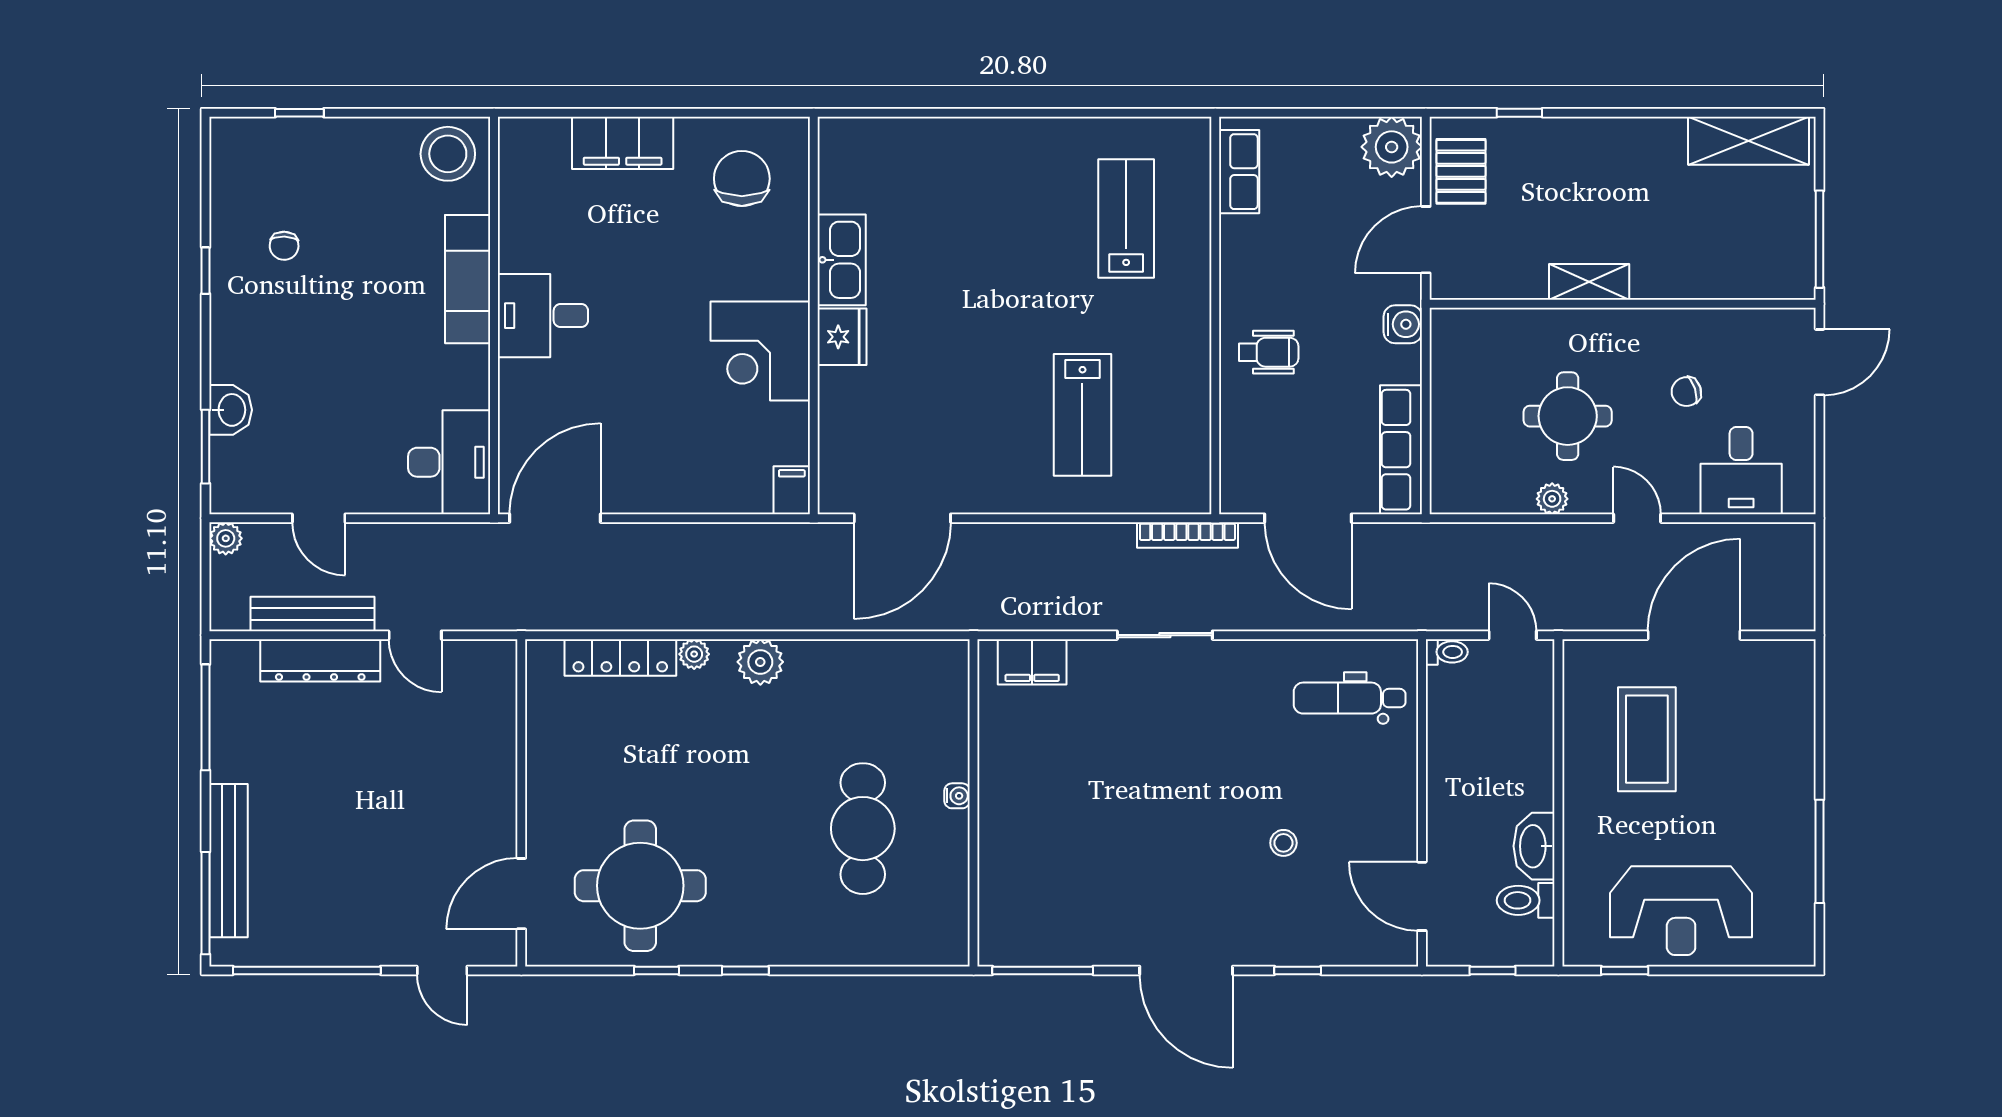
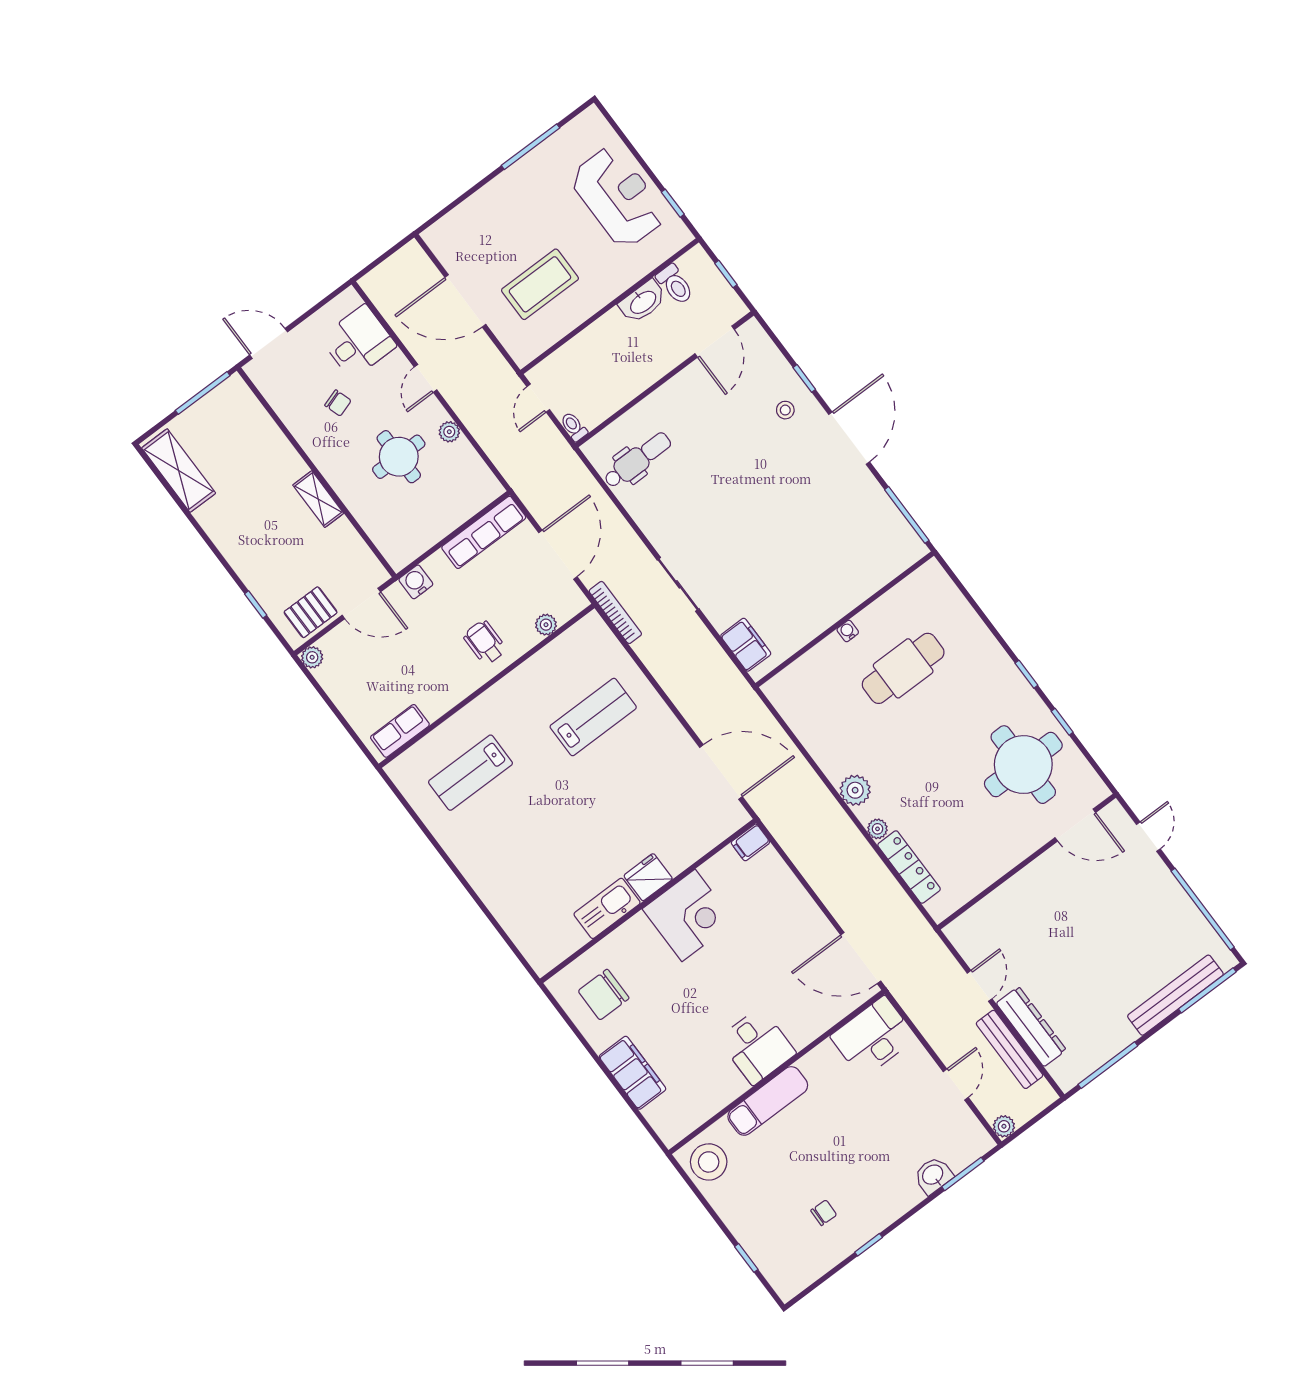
plant: (1392, 147) -> (312, 657), width x0.53, depth x0.53
plant: (1235, 441) -> (546, 625), added
dental chair: (1350, 698) -> (637, 460), turned -90
stool: (1283, 843) -> (785, 410), moved

